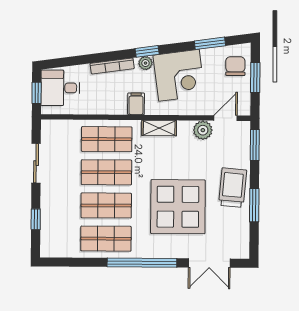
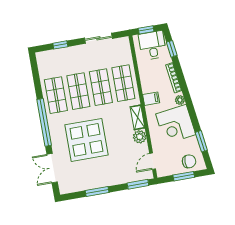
window: (147, 51) -> (172, 49), moved
door: (226, 118) -> (153, 161), swing flipped
plant: (203, 130) -> (140, 137), moved
trolley: (233, 188) -> (106, 175), removed

